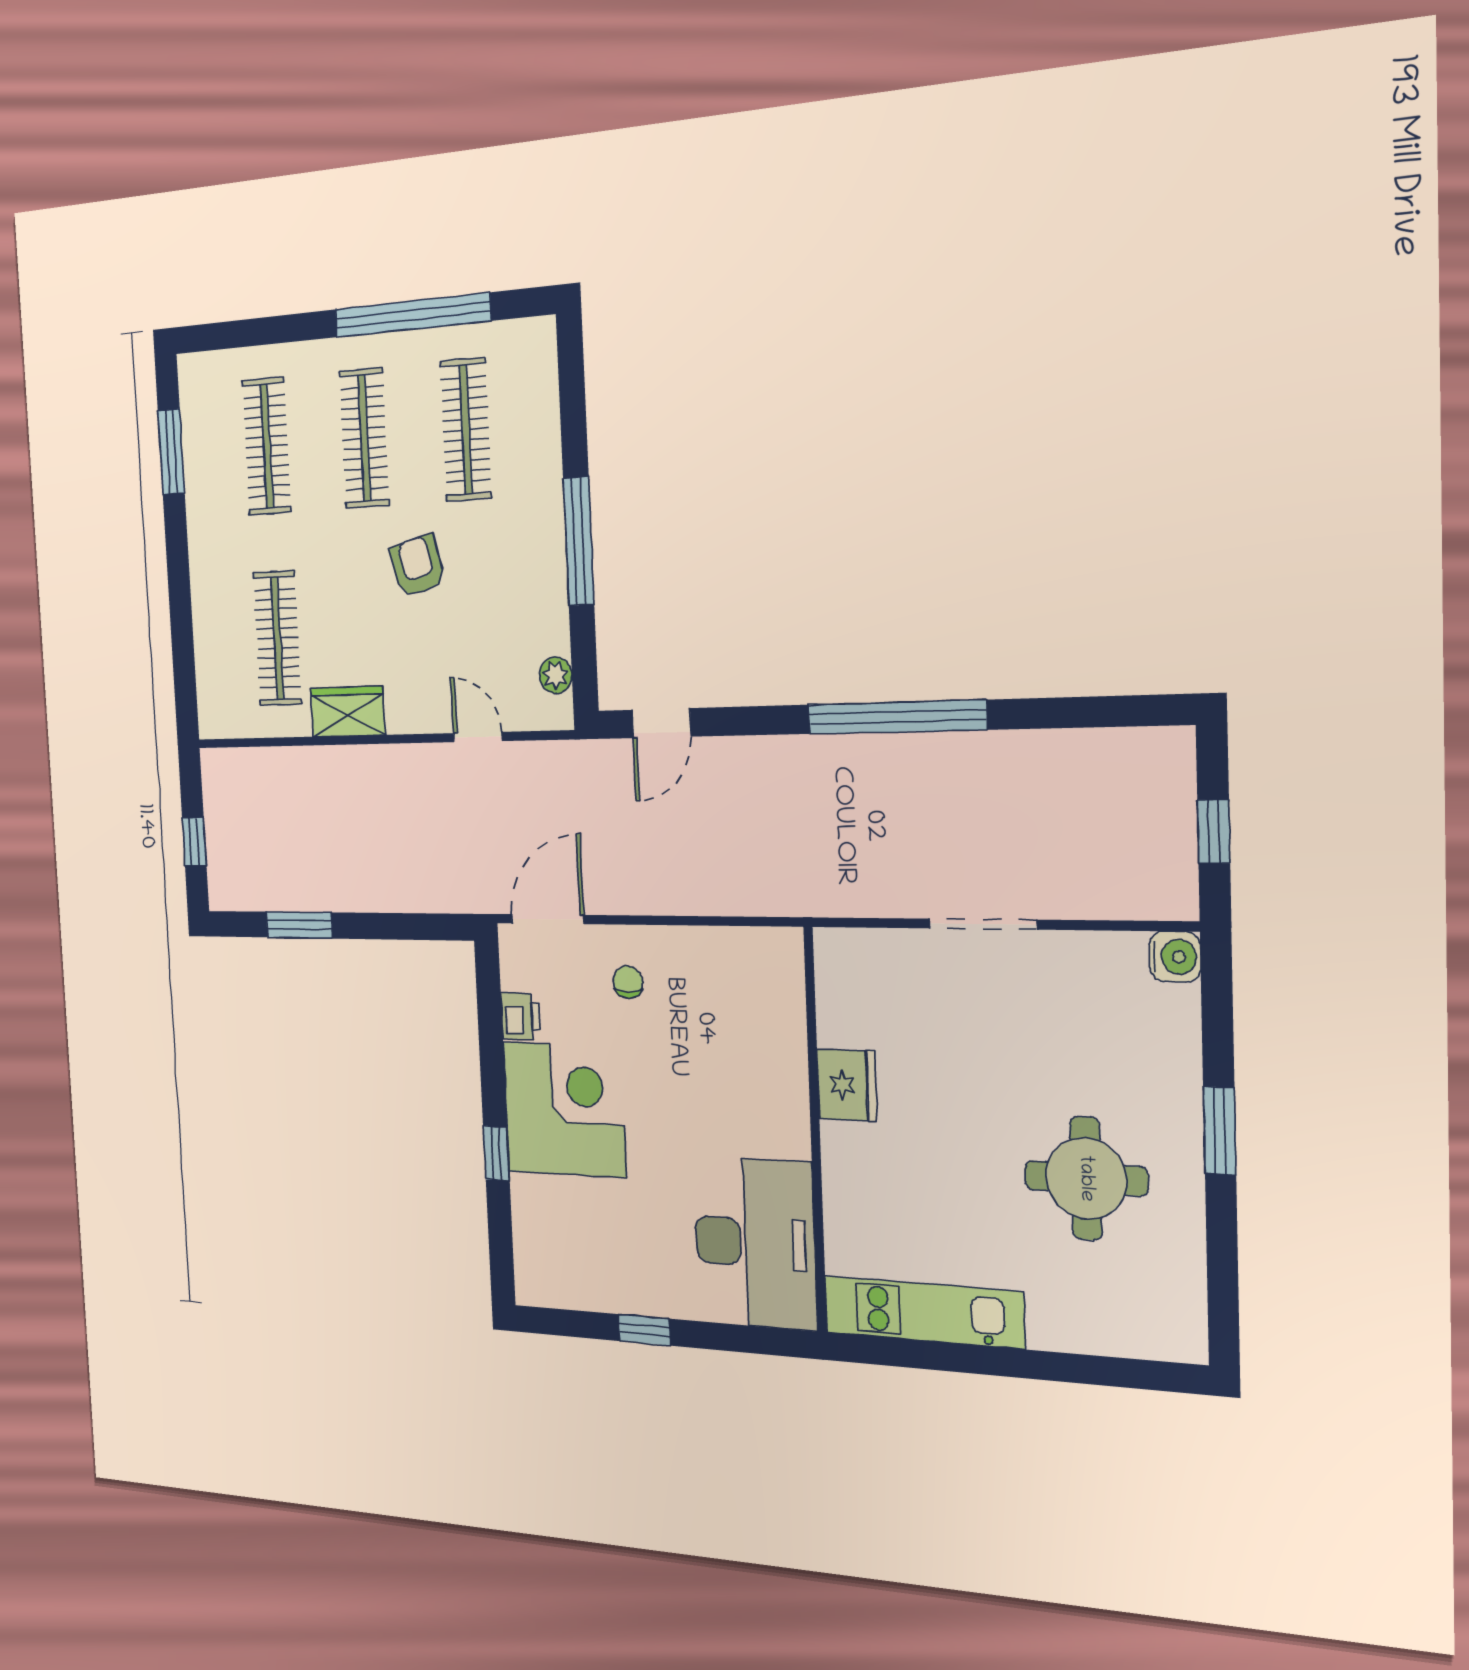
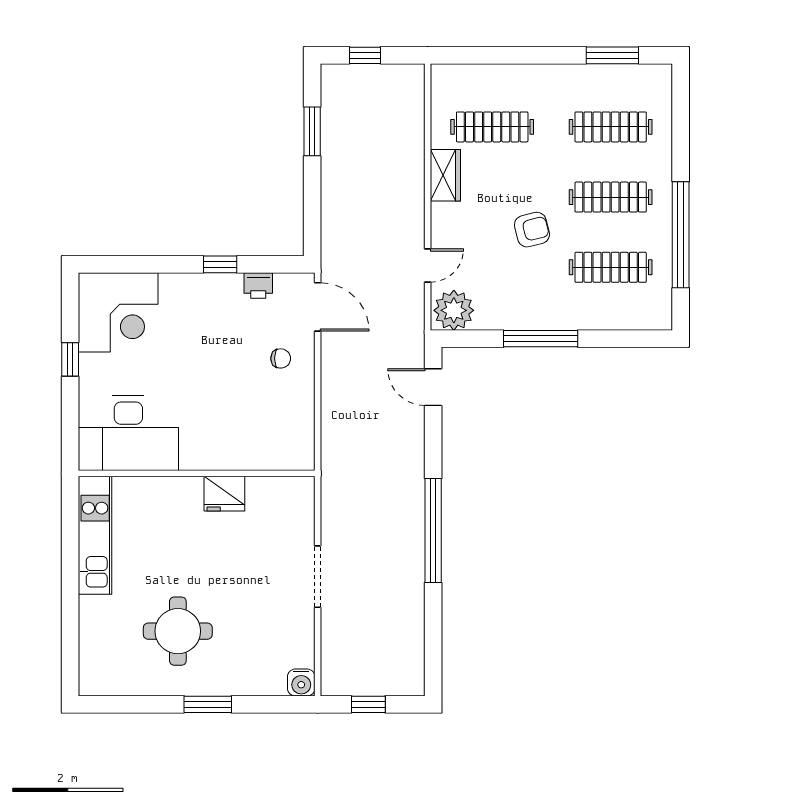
plant: (556, 675) -> (454, 310), width x1.88, depth x1.88
corner desk: (564, 1109) -> (118, 312), moved
window: (496, 1153) -> (220, 264), moved

